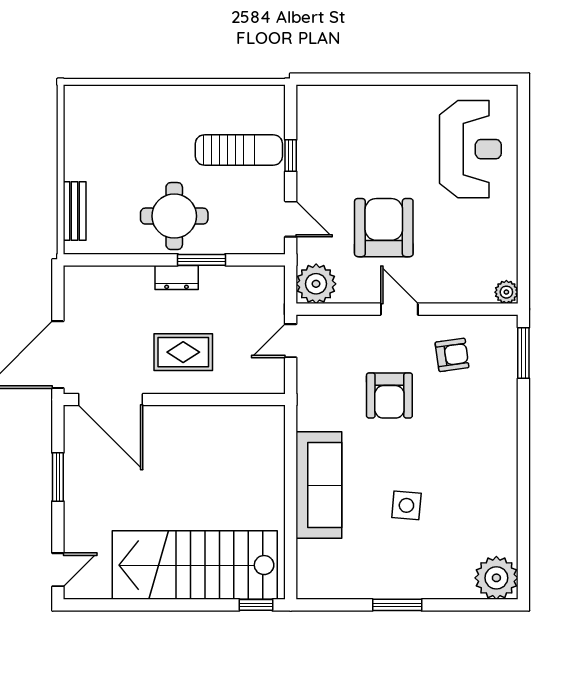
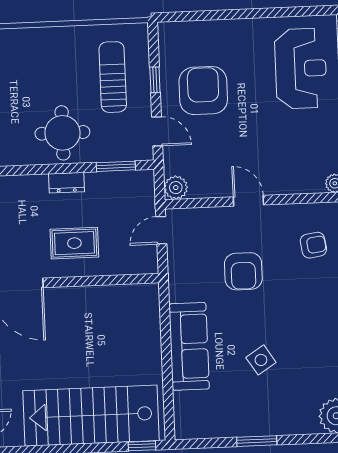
sun lounger: (239, 150) -> (113, 77), turned -90
armchair: (384, 228) -> (203, 91), moved
window: (202, 260) -> (116, 166), moved
plant: (316, 284) -> (176, 188), width x0.73, depth x0.73
armchair: (452, 355) -> (313, 245), moved
side table: (406, 505) -> (261, 360), turned -38

